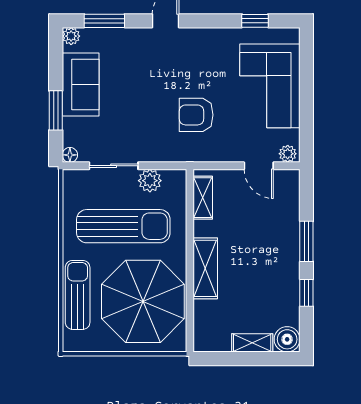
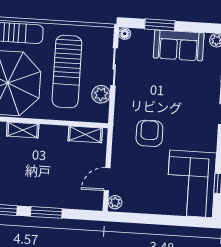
corner sofa: (270, 86) -> (191, 184), moved, turned -90
shelving: (205, 268) -> (23, 130), width x0.67, depth x0.75

